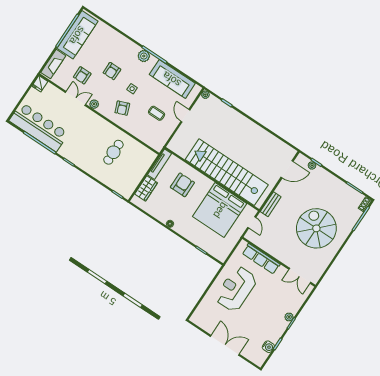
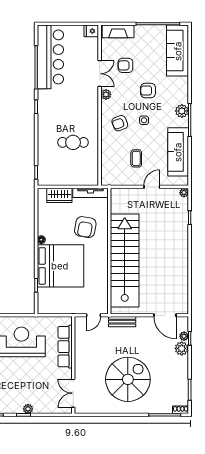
sofa: (77, 35) -> (178, 51), moved, turned 90
plant: (320, 173) -> (182, 348), added
armchair: (182, 185) -> (85, 227), turned 100
bed: (220, 210) -> (60, 266), moved, turned 180

